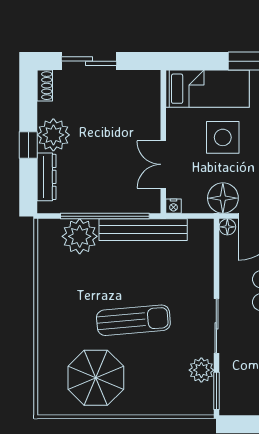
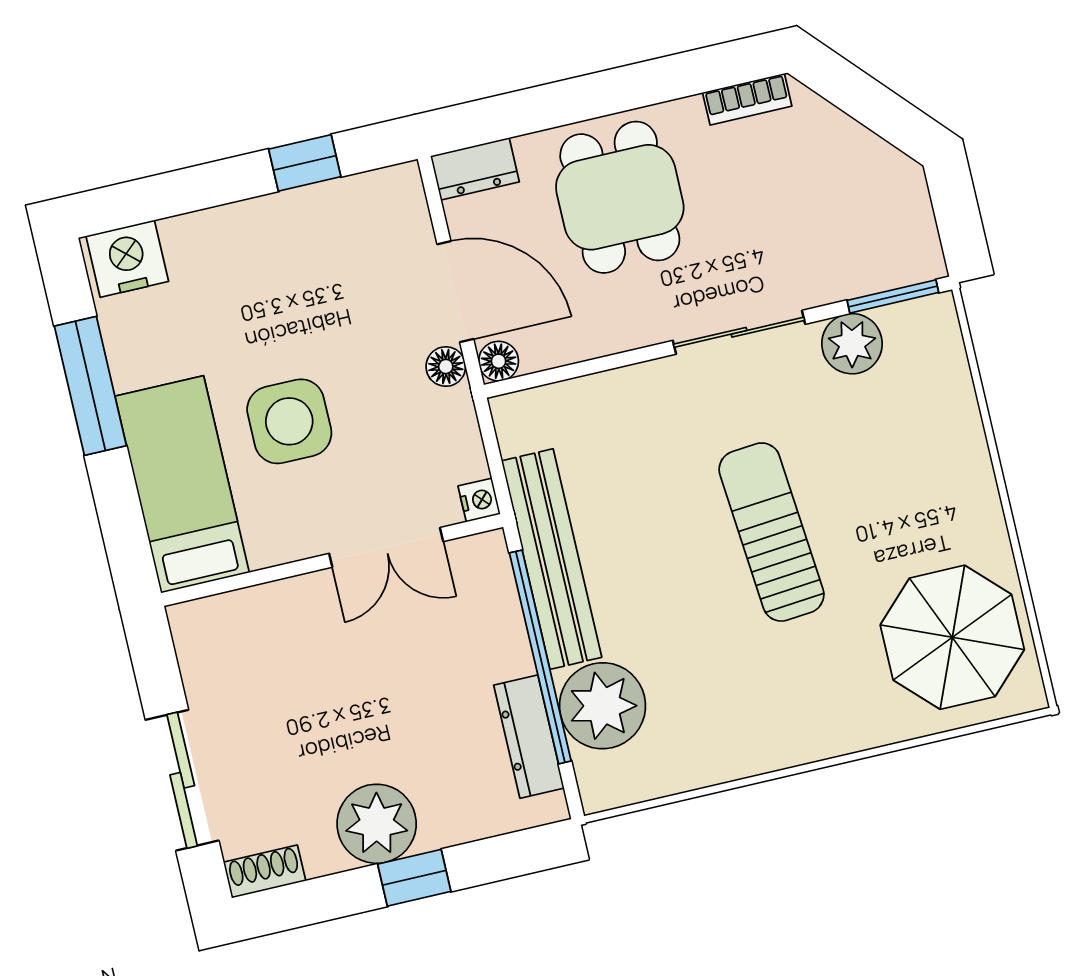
dresser: (46, 177) -> (529, 737), moved, turned -90
floor lamp: (223, 198) -> (446, 367), width x0.53, depth x0.53
parasol: (96, 378) -> (952, 637), moved

